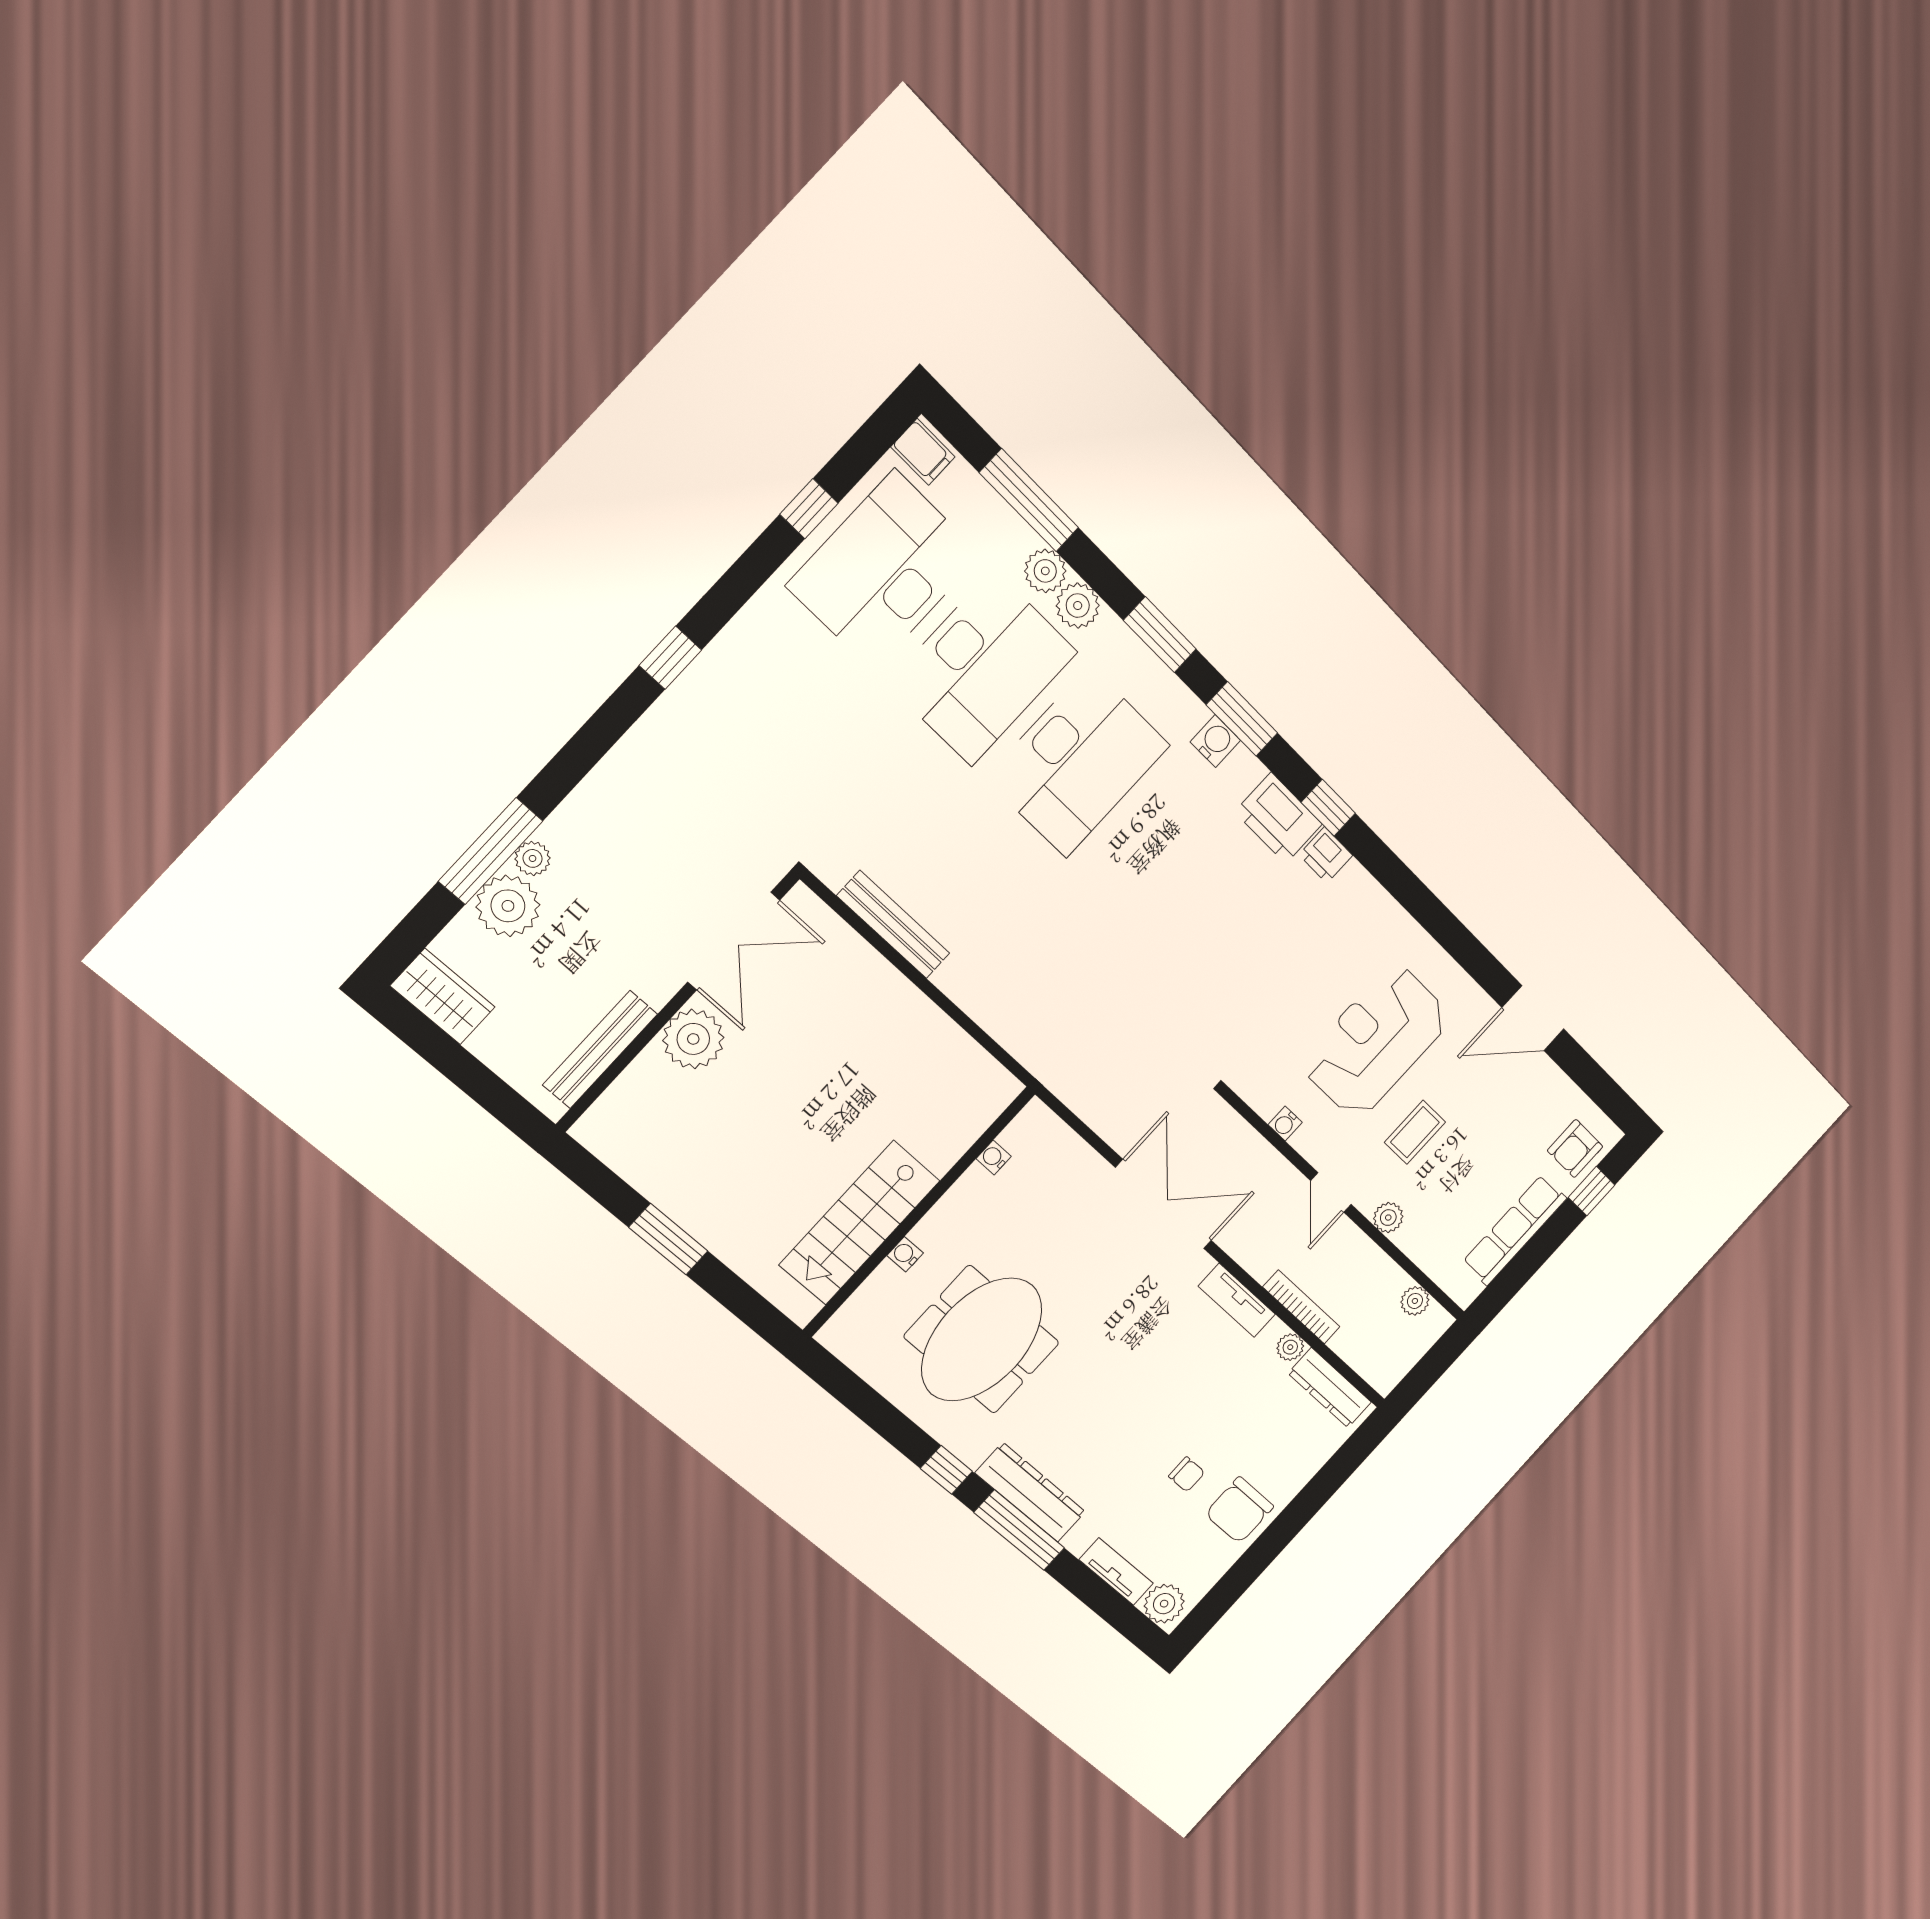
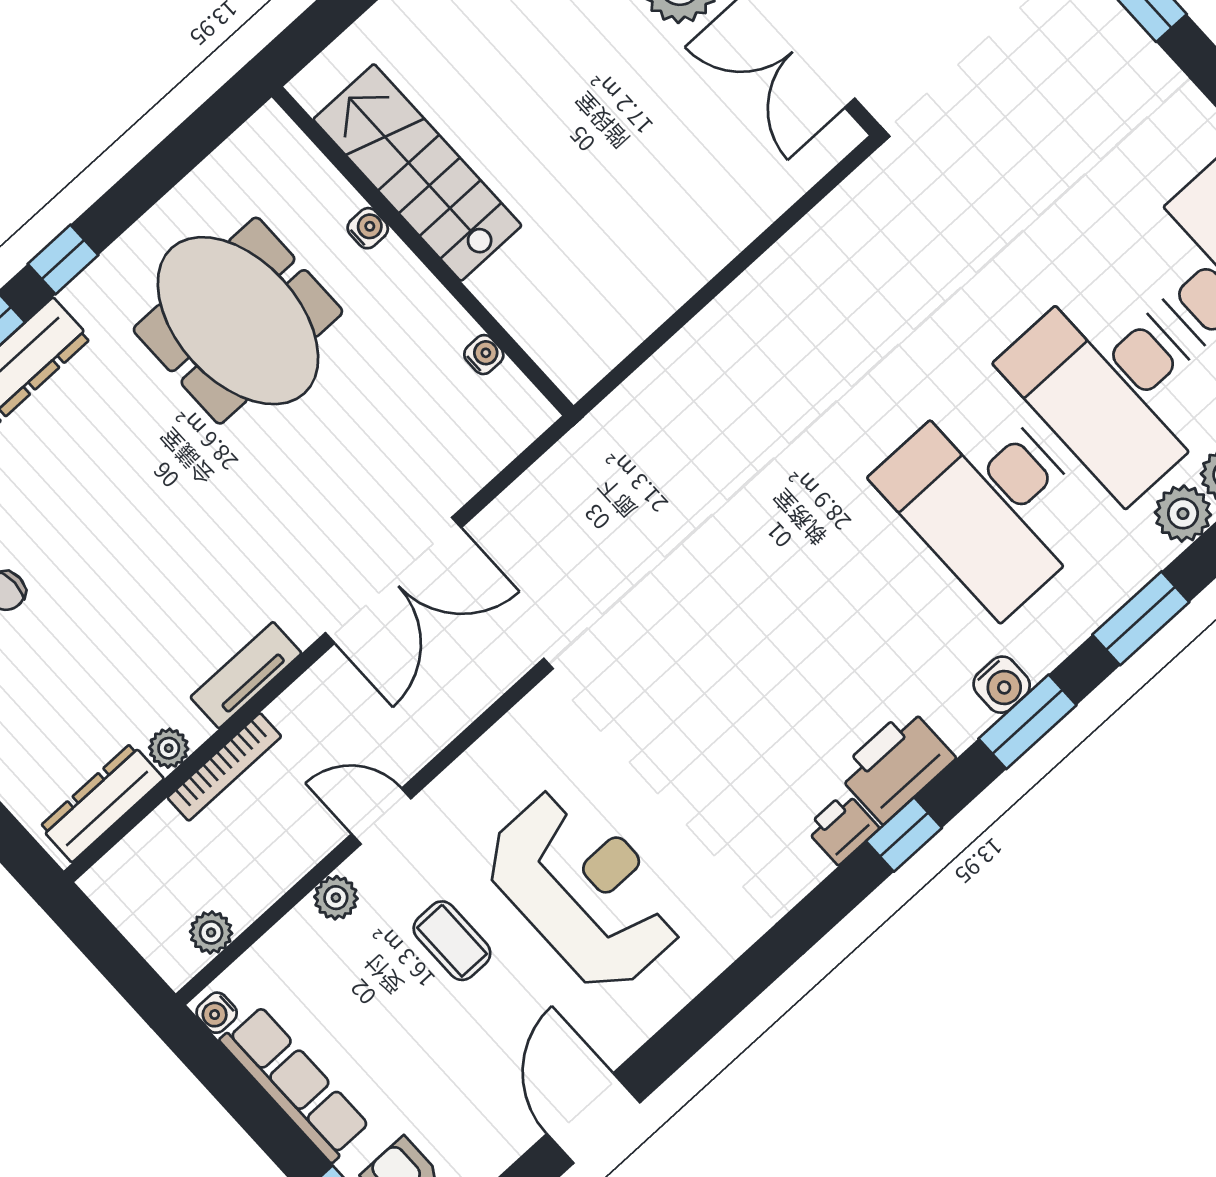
bench: (893, 925) -> (801, 248), removed
water cooler: (1285, 1124) -> (217, 1013), moved, turned -90

